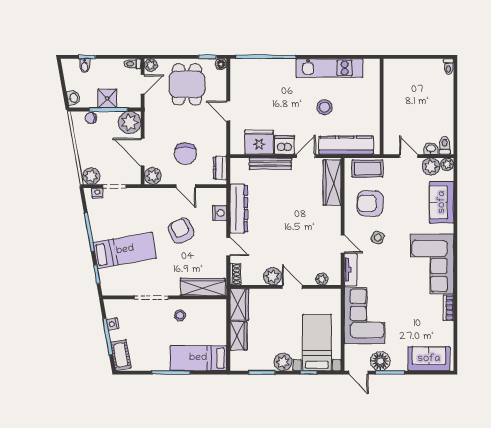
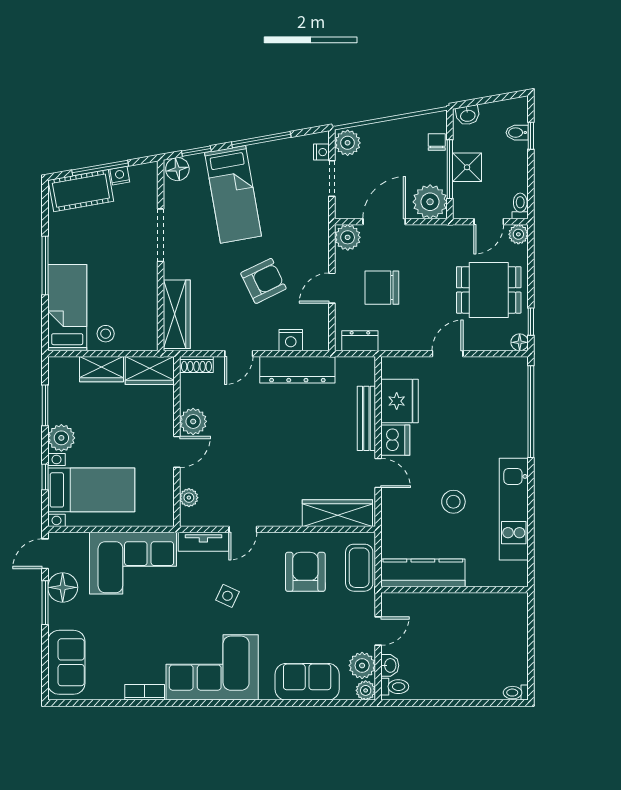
door: (143, 84) -> (489, 222), hinge flipped
kitchen counter: (346, 145) -> (423, 573), moved, turned -90
side table: (378, 238) -> (227, 596), moved
floor lamp: (108, 287) -> (177, 169), added
stool: (180, 315) -> (106, 334), moved
cot: (121, 355) -> (81, 191), width x1.37, depth x1.34

